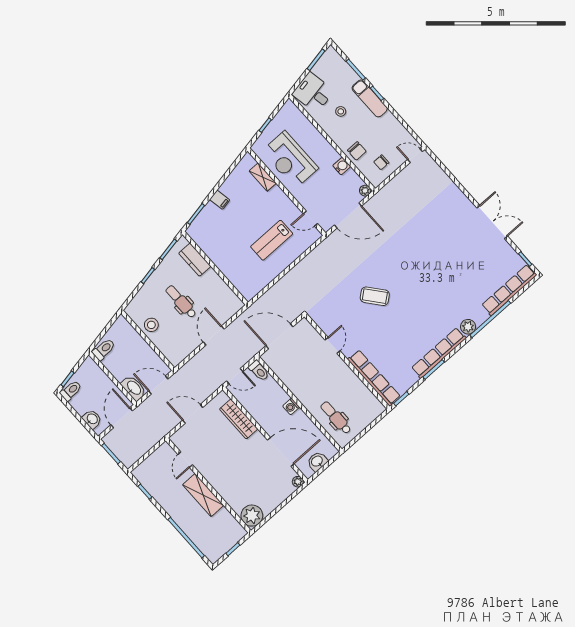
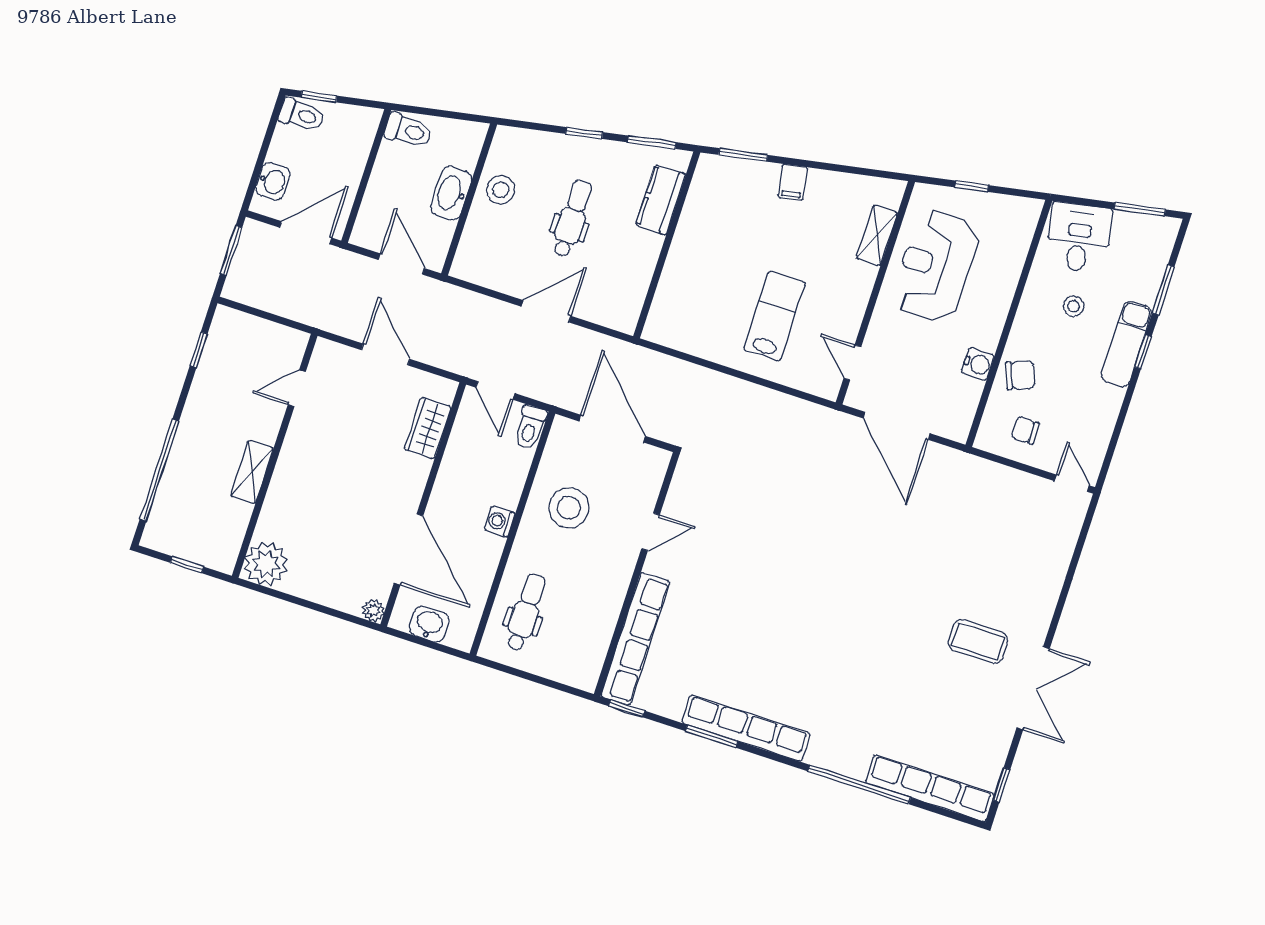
chair: (357, 151) -> (1020, 375), turned -111
plant: (365, 191) -> (958, 431), removed
lab bench: (272, 240) -> (774, 316), turned 90
coffee table: (375, 296) -> (978, 641), moved, turned -51
plant: (468, 327) -> (823, 753), removed
stool: (302, 374) -> (569, 508), added
washbasin: (134, 388) -> (451, 193), moved, turned 180
wardrobe: (239, 419) -> (428, 428), width x0.67
shelving: (203, 495) -> (252, 472), width x0.67, depth x0.75

